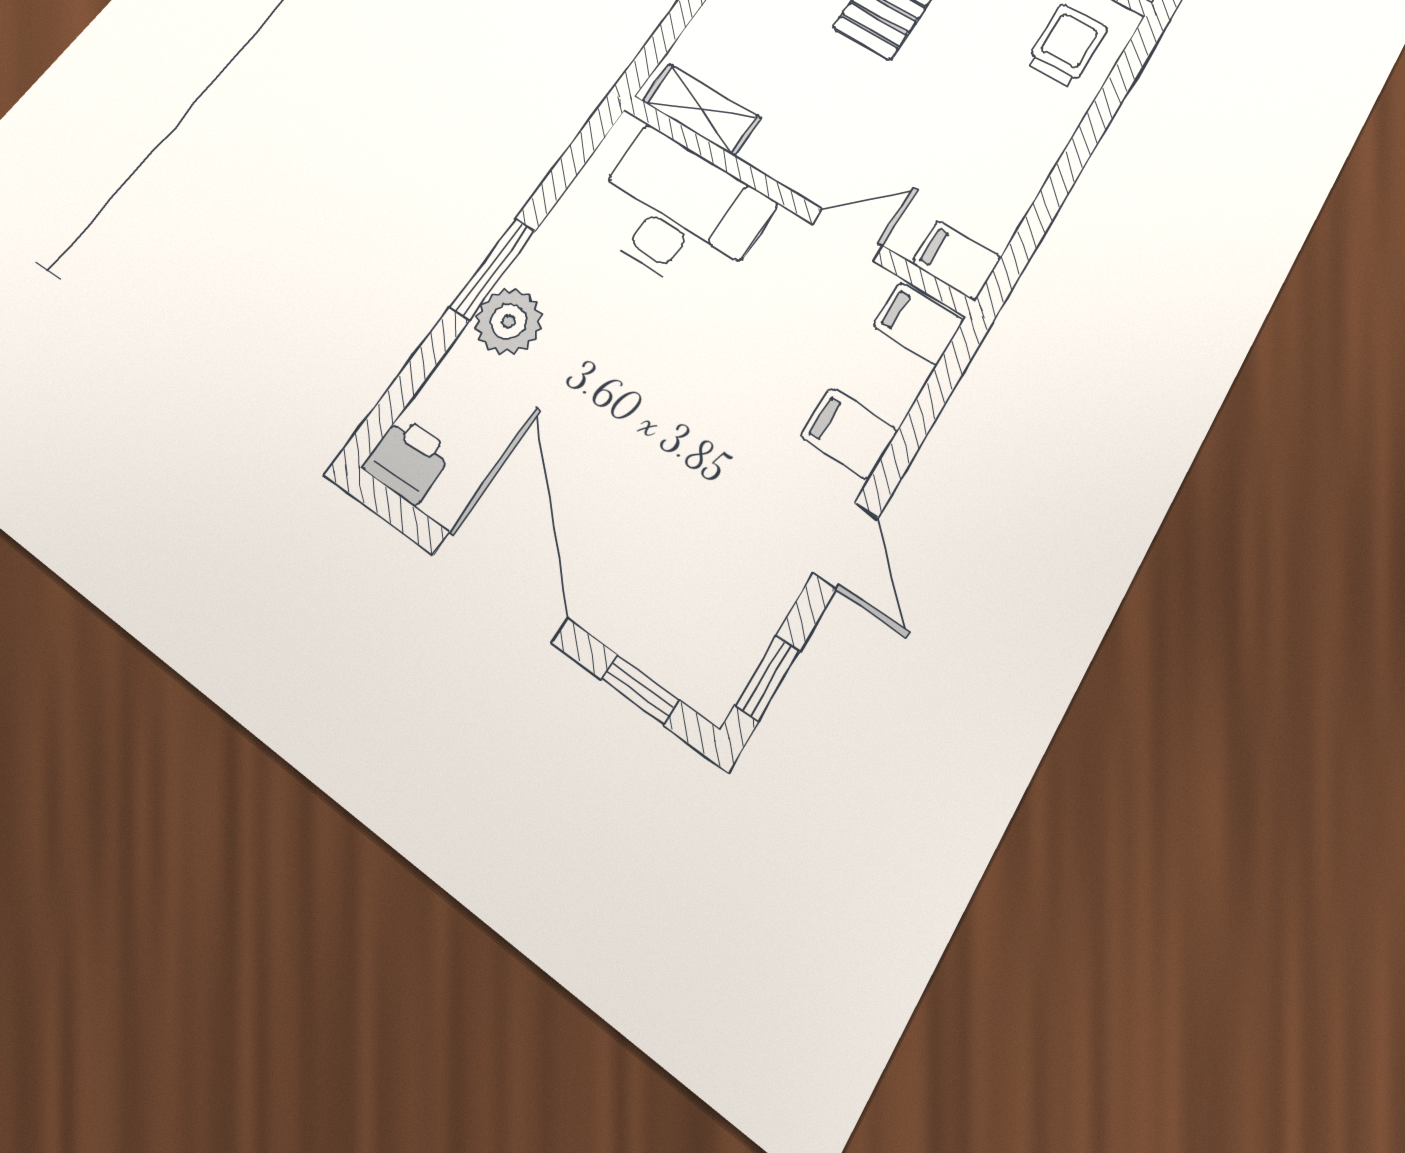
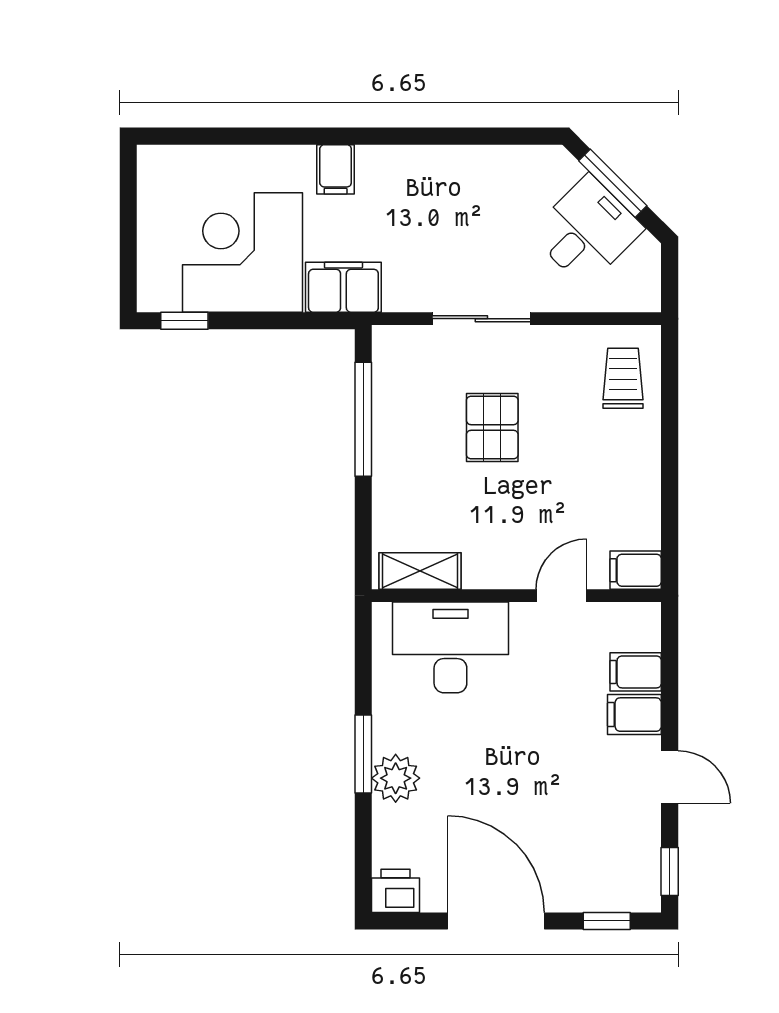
filing cabinet: (918, 323) -> (636, 672), moved

